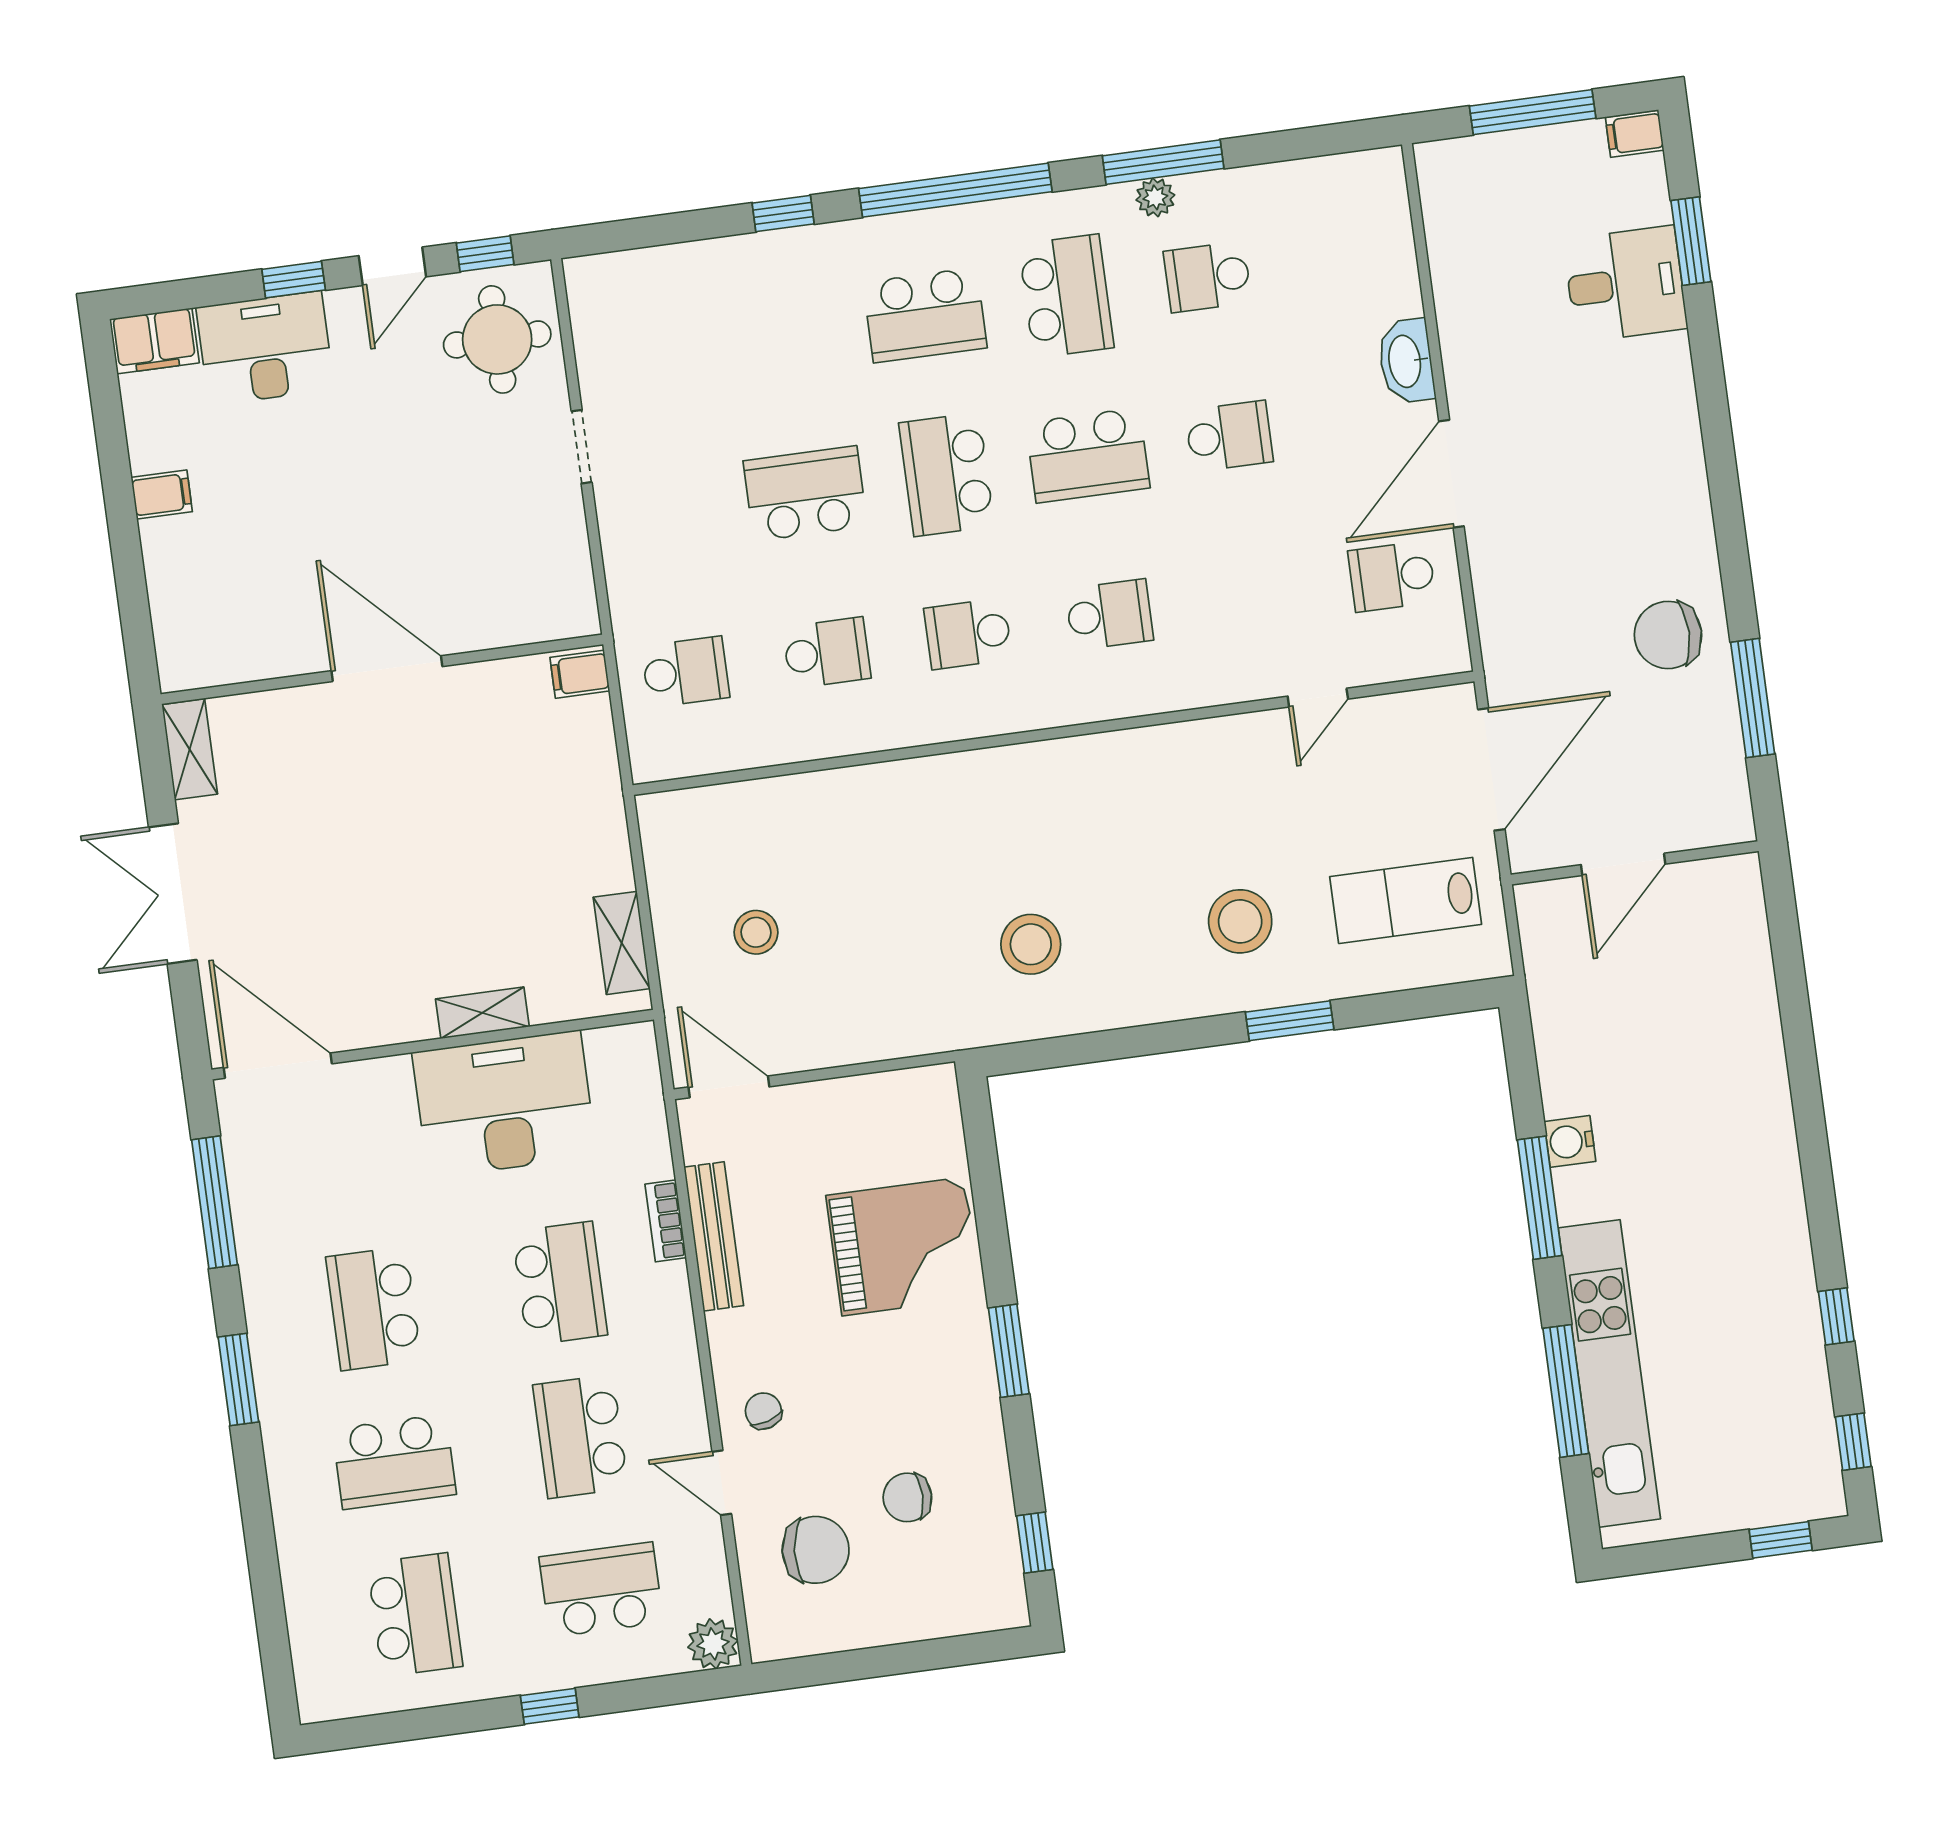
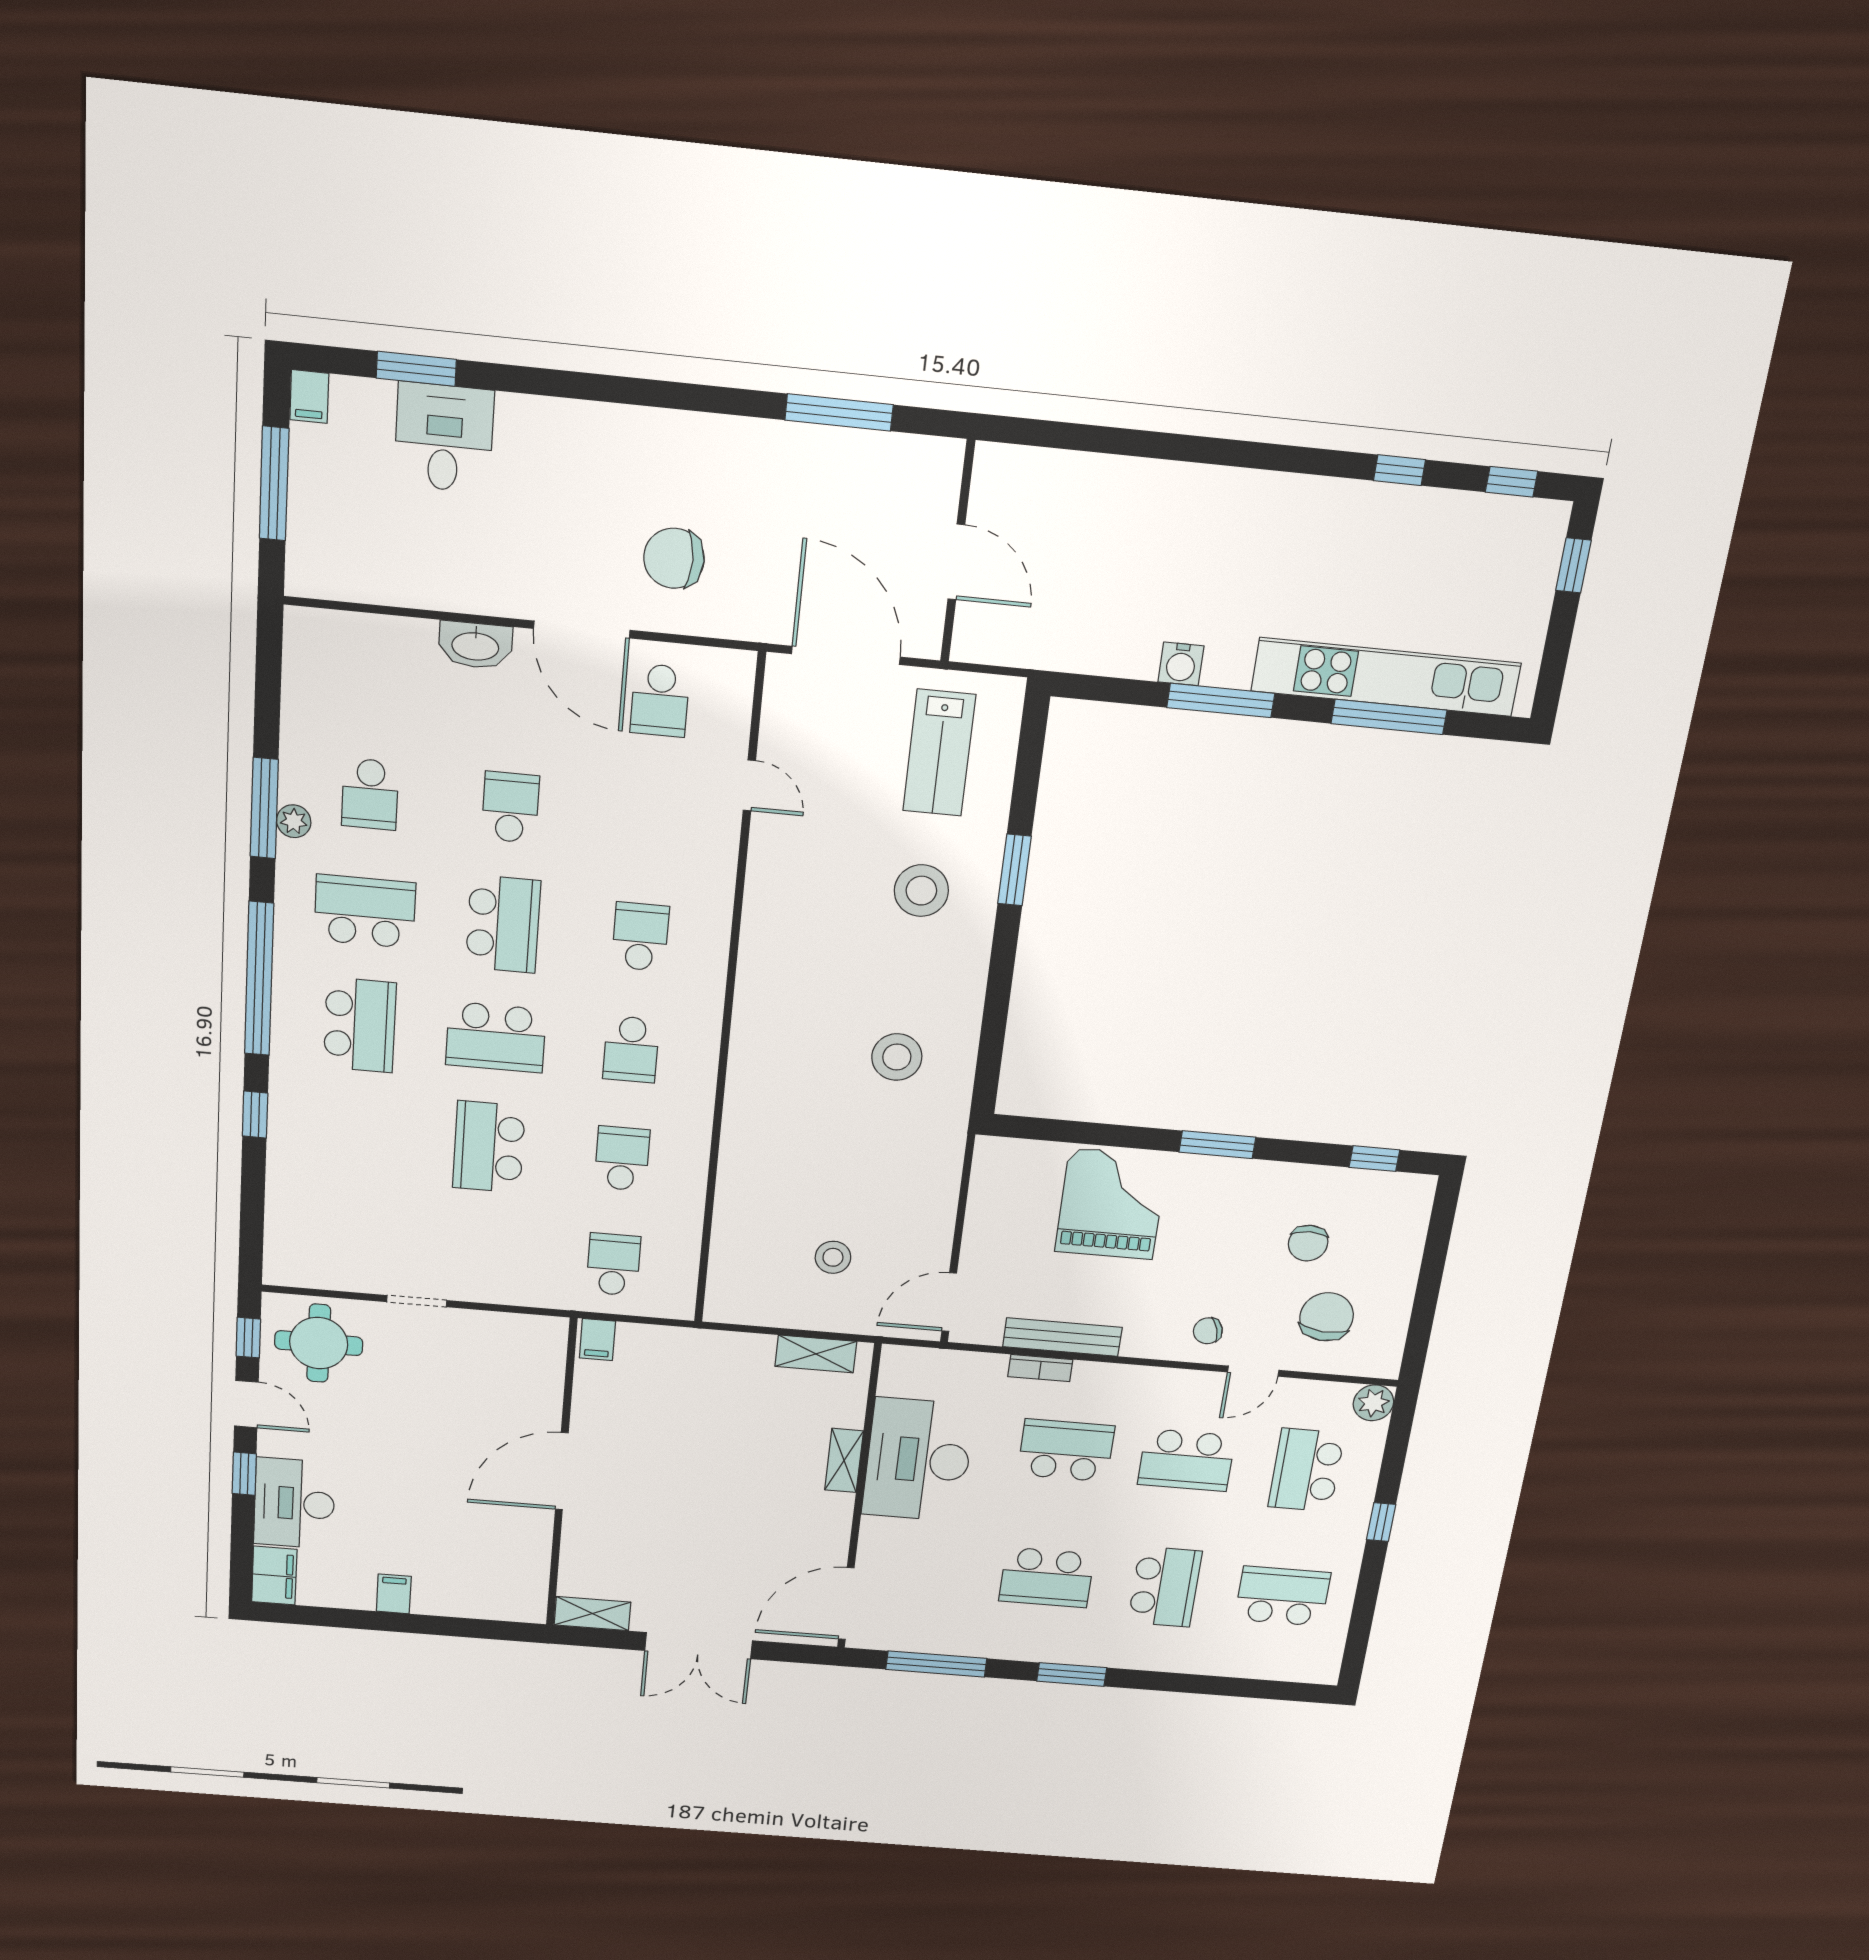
chair: (1668, 635) -> (674, 558), moved, turned 90

